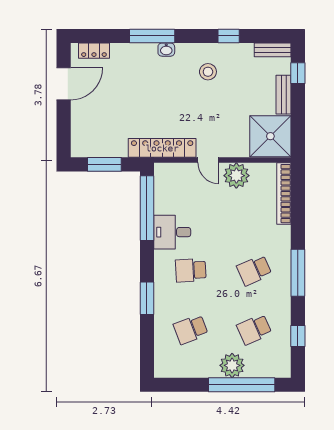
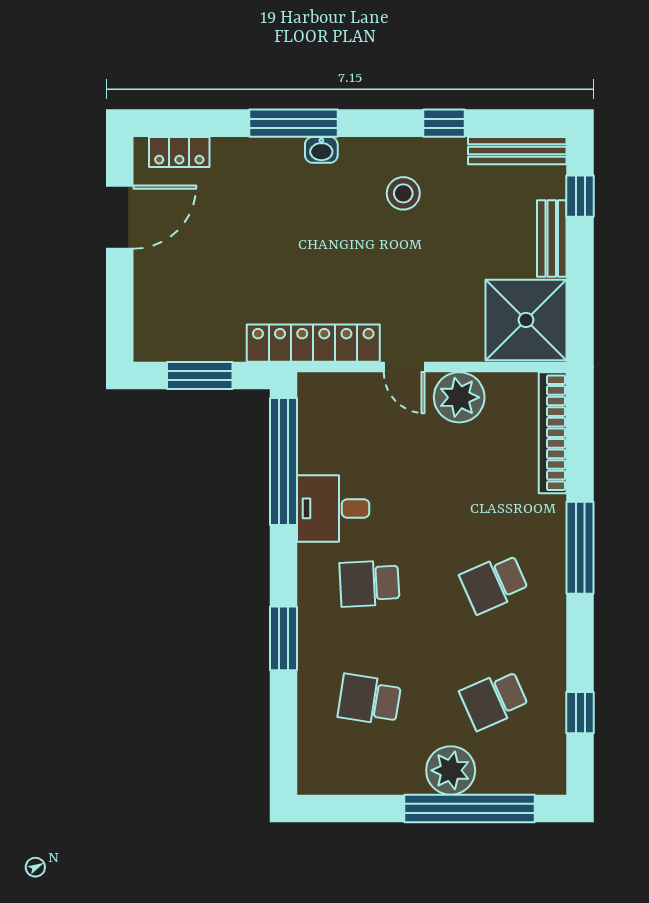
bench: (273, 50) -> (517, 151), width x1.36
window: (298, 273) -> (580, 548), moved
school desk: (191, 329) -> (369, 700), turned 30

